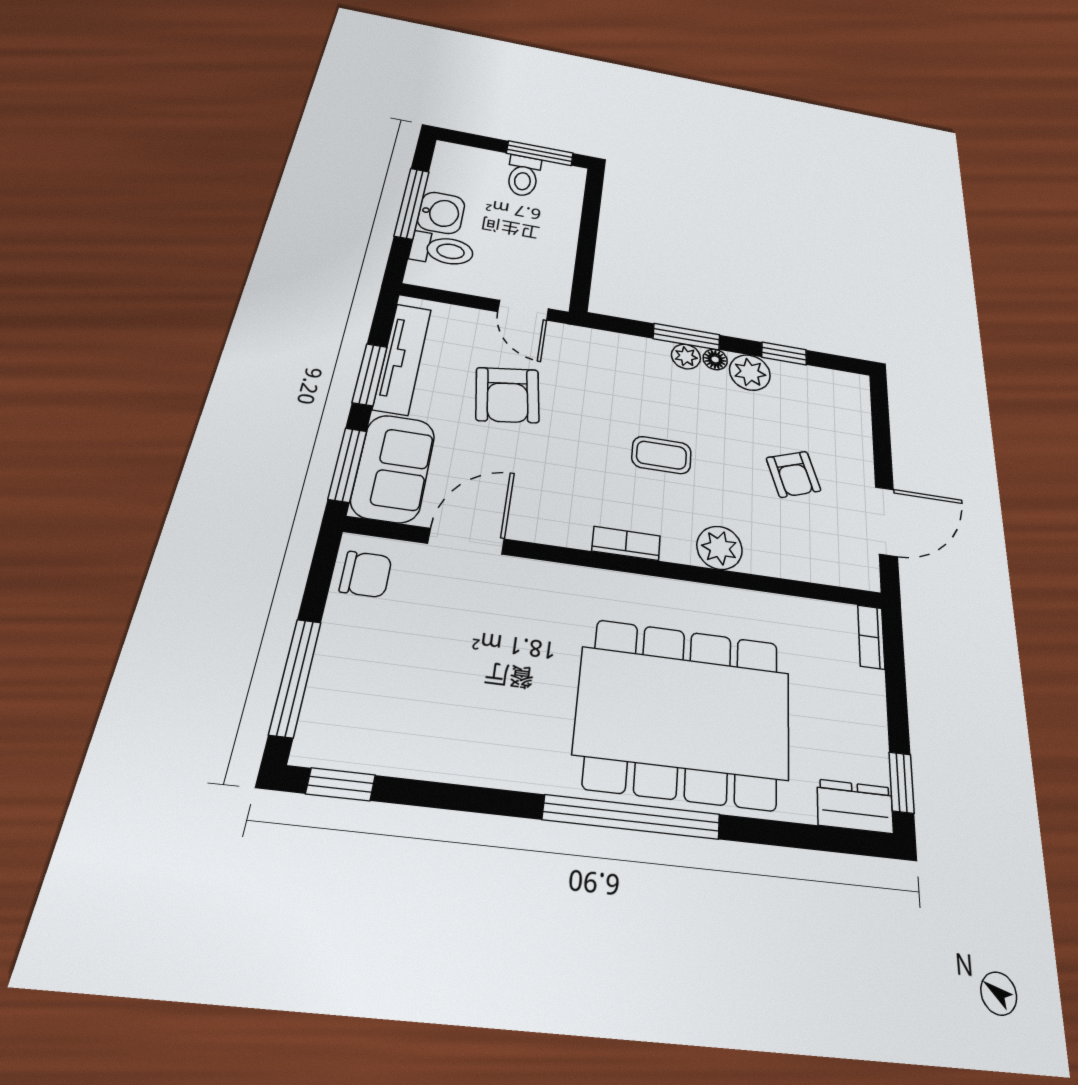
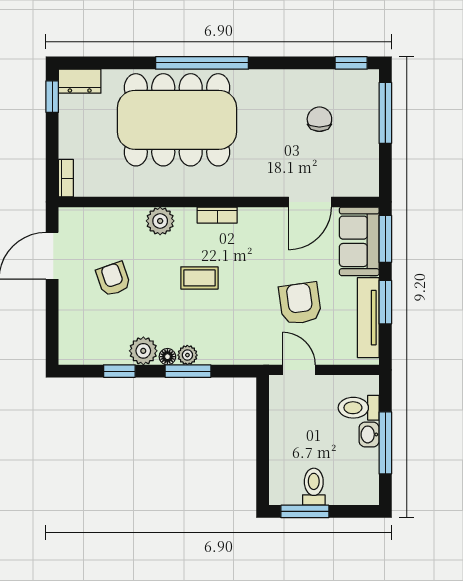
washbasin: (441, 213) -> (369, 434), width x0.72, depth x0.69
chair: (366, 574) -> (319, 119), moved, turned 90

